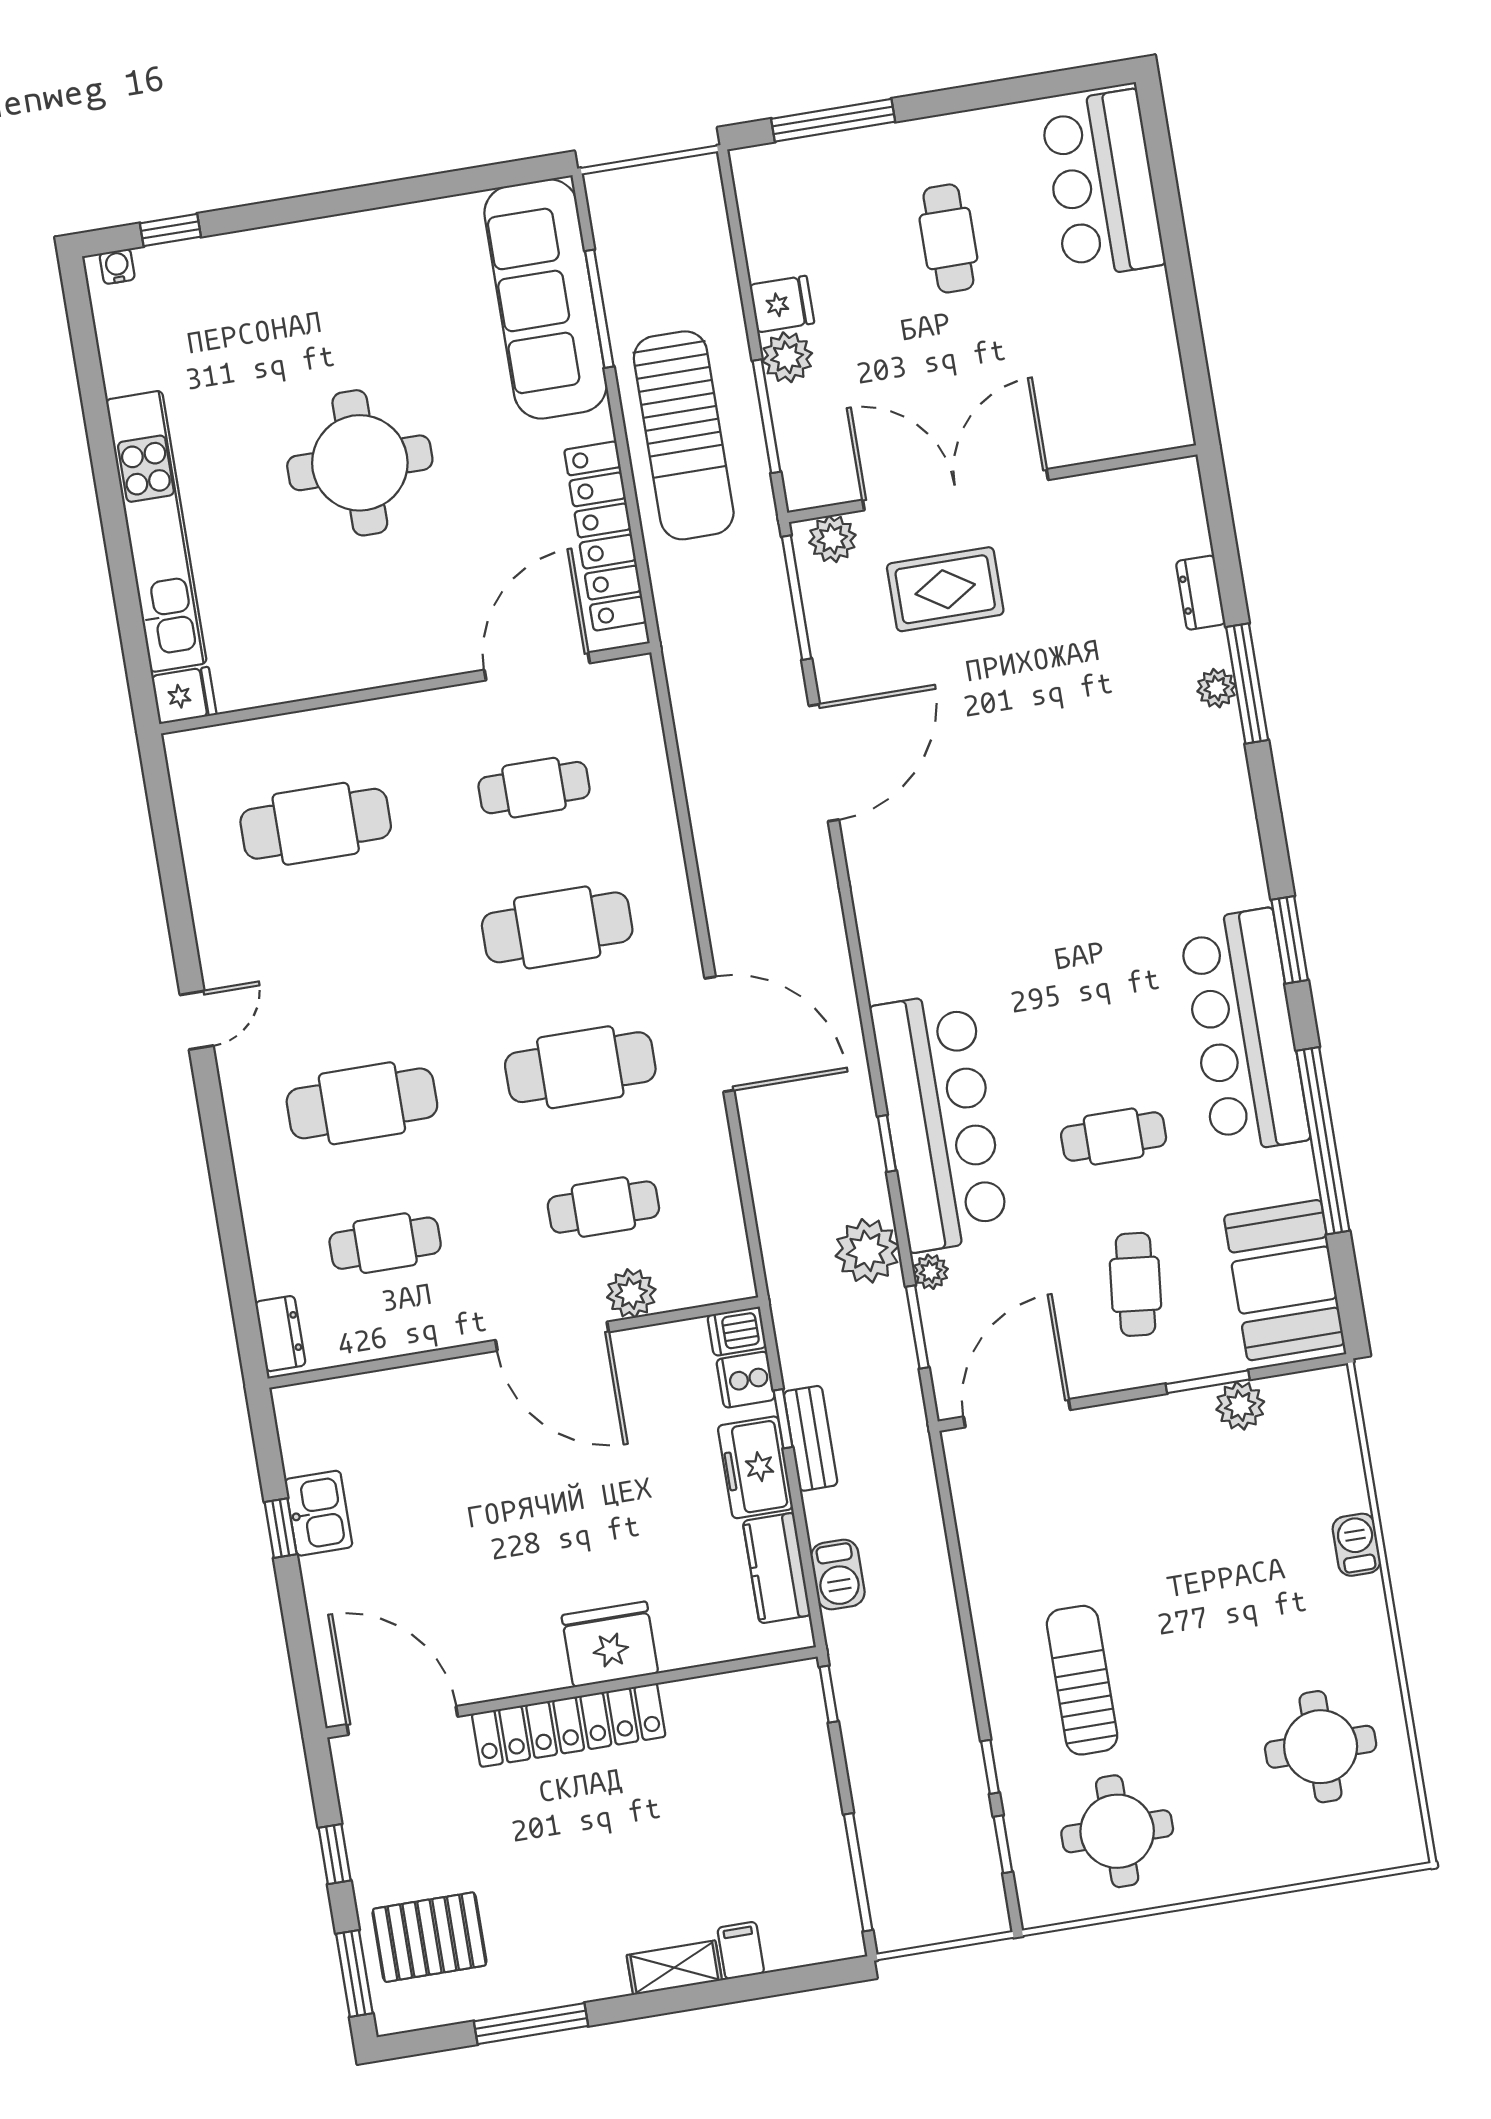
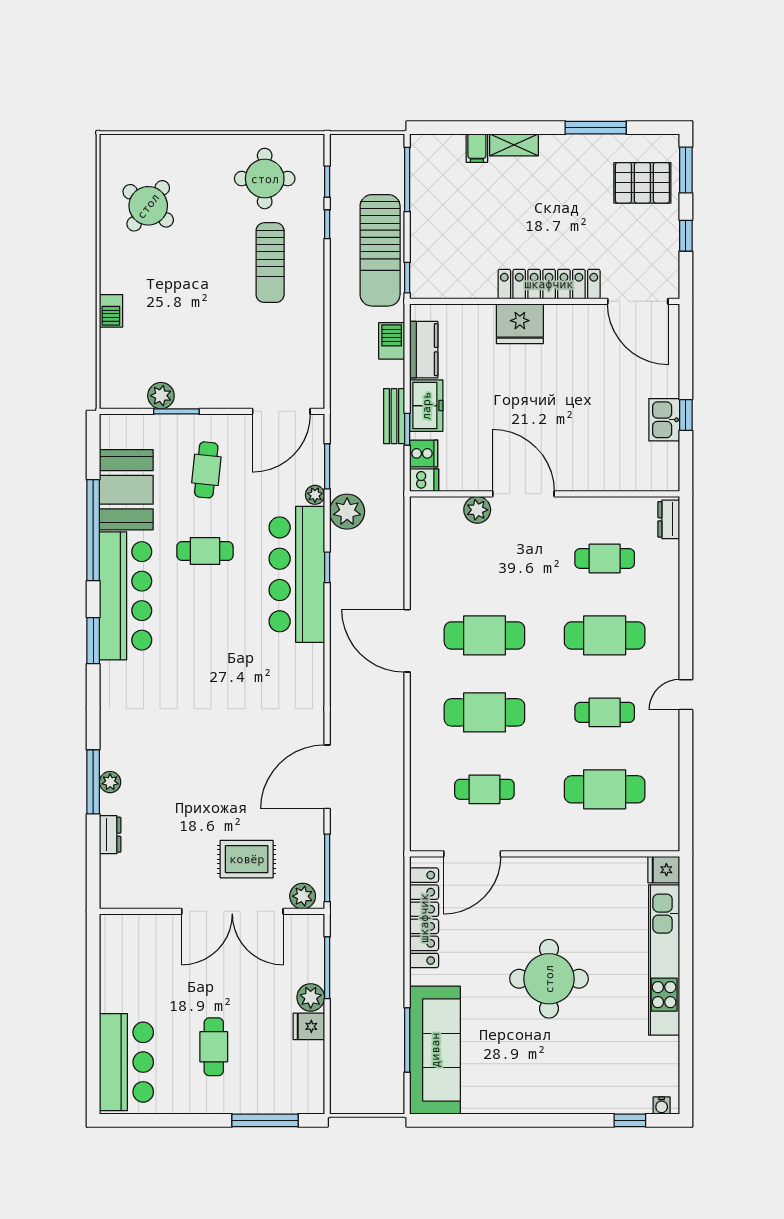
sun lounger: (684, 435) -> (380, 250), moved, turned 180
cafe table: (603, 1207) -> (605, 712), moved
booth: (1284, 1280) -> (126, 490), moved
round table: (1321, 1747) -> (148, 206), turned 38

